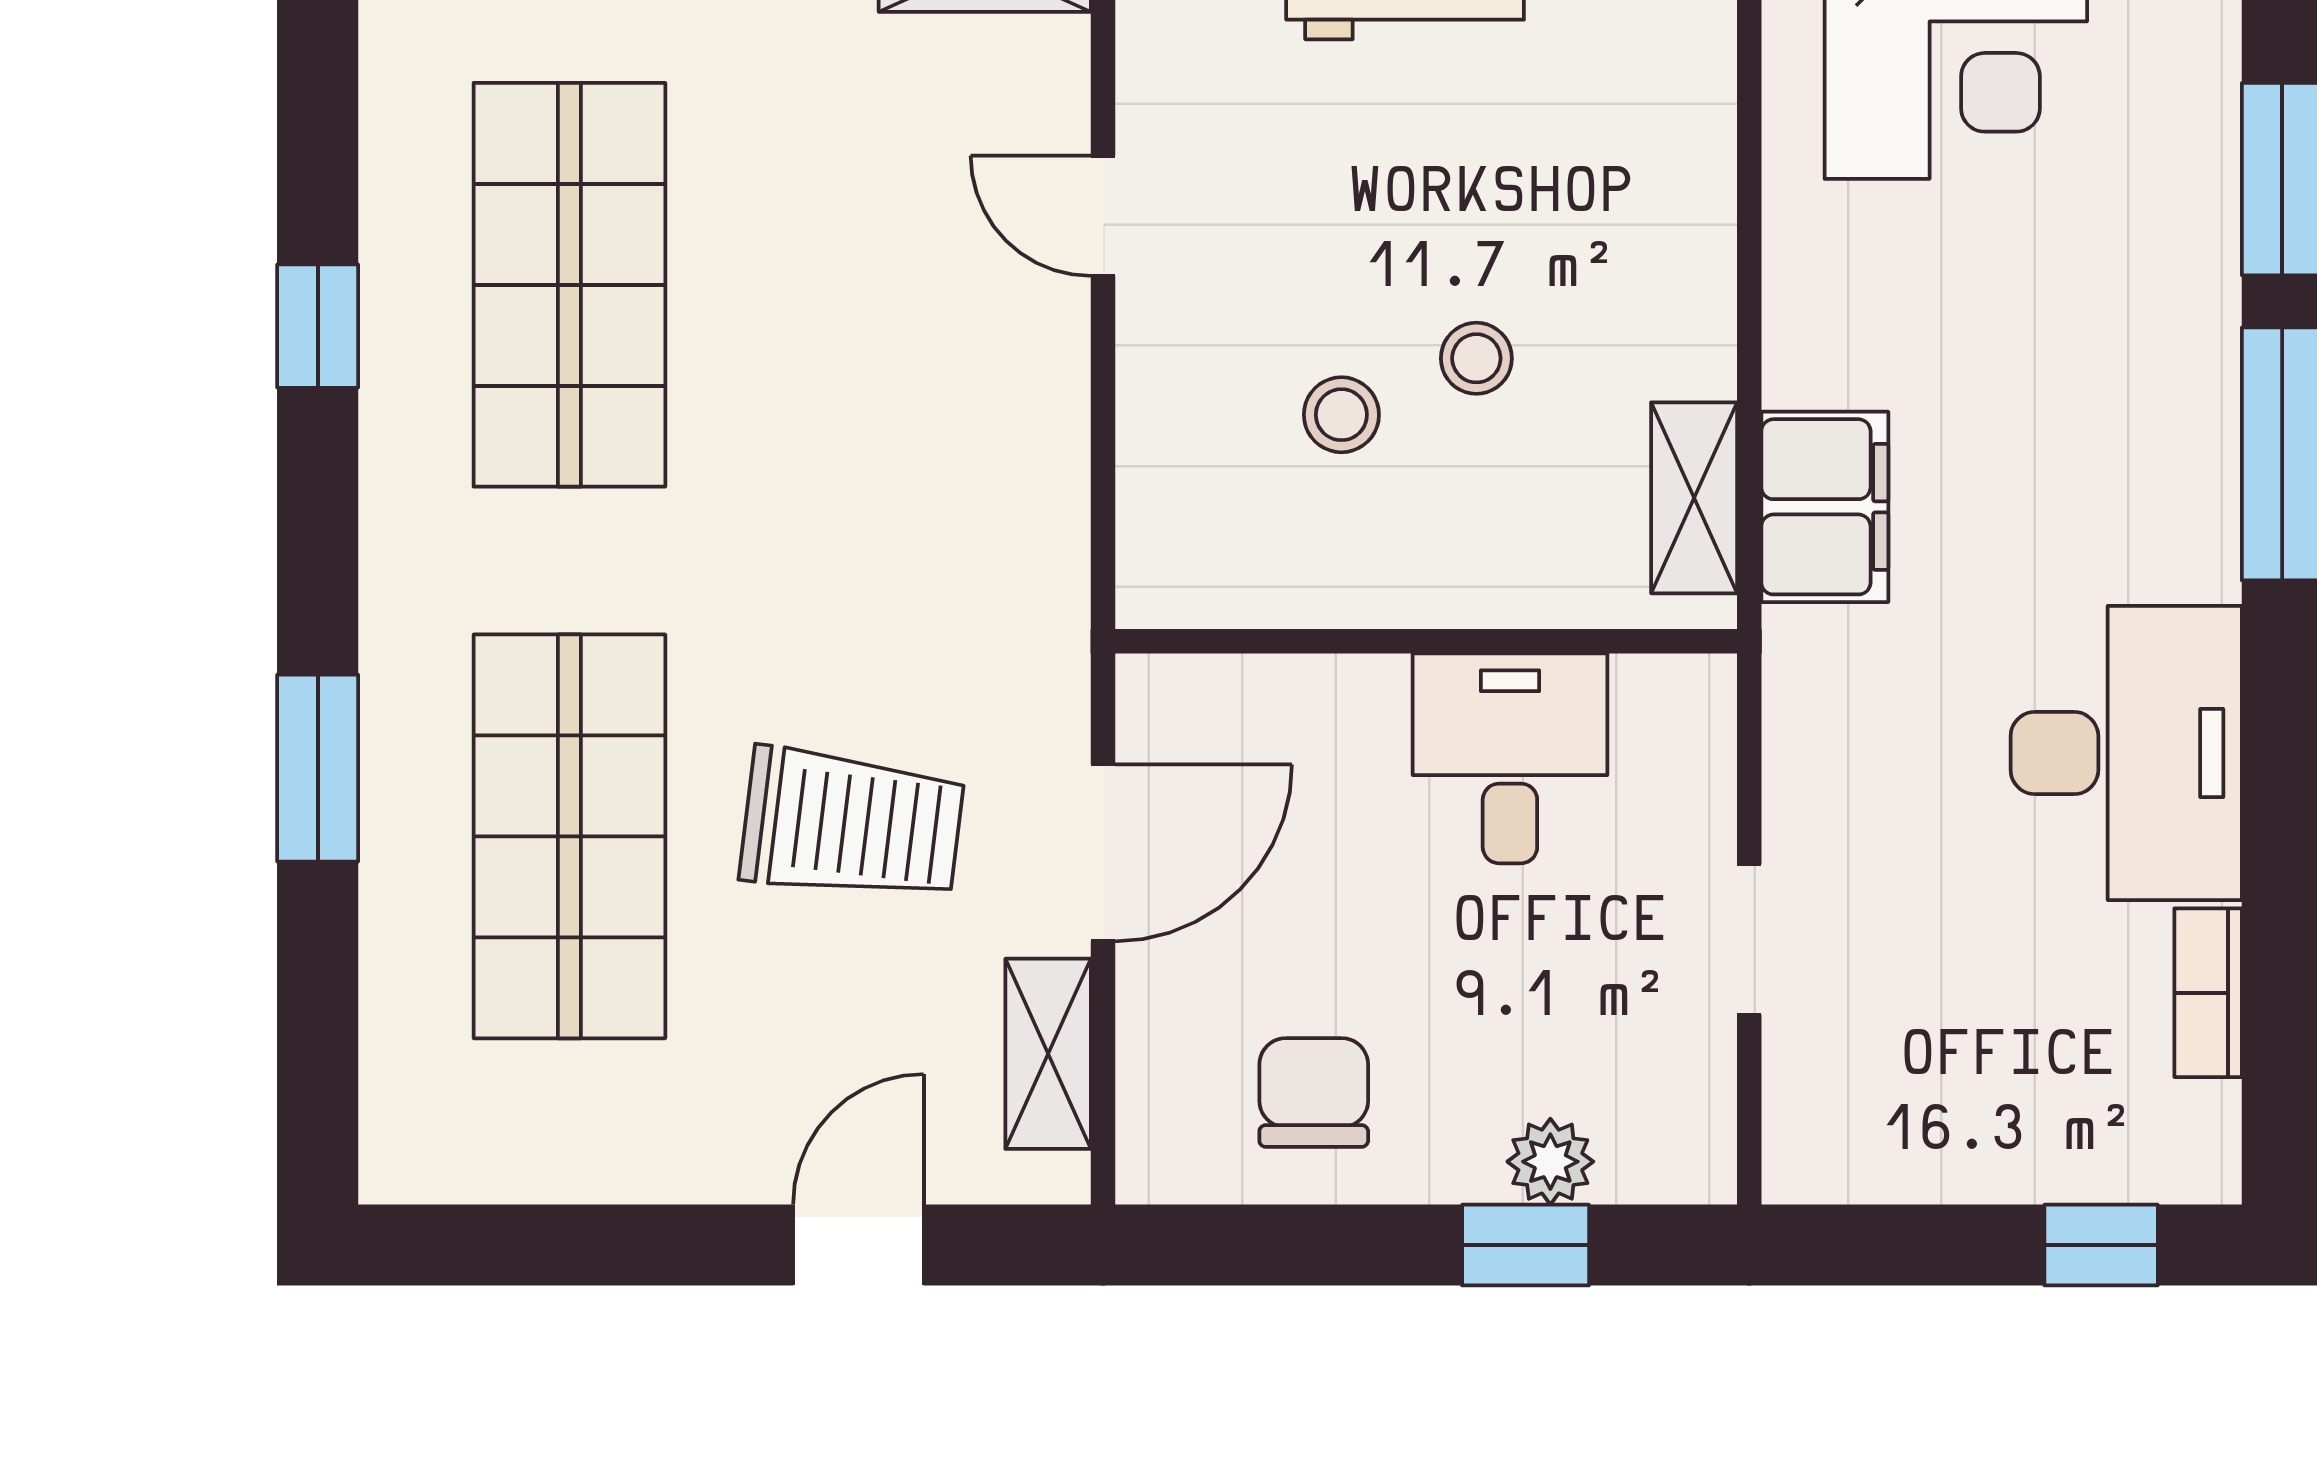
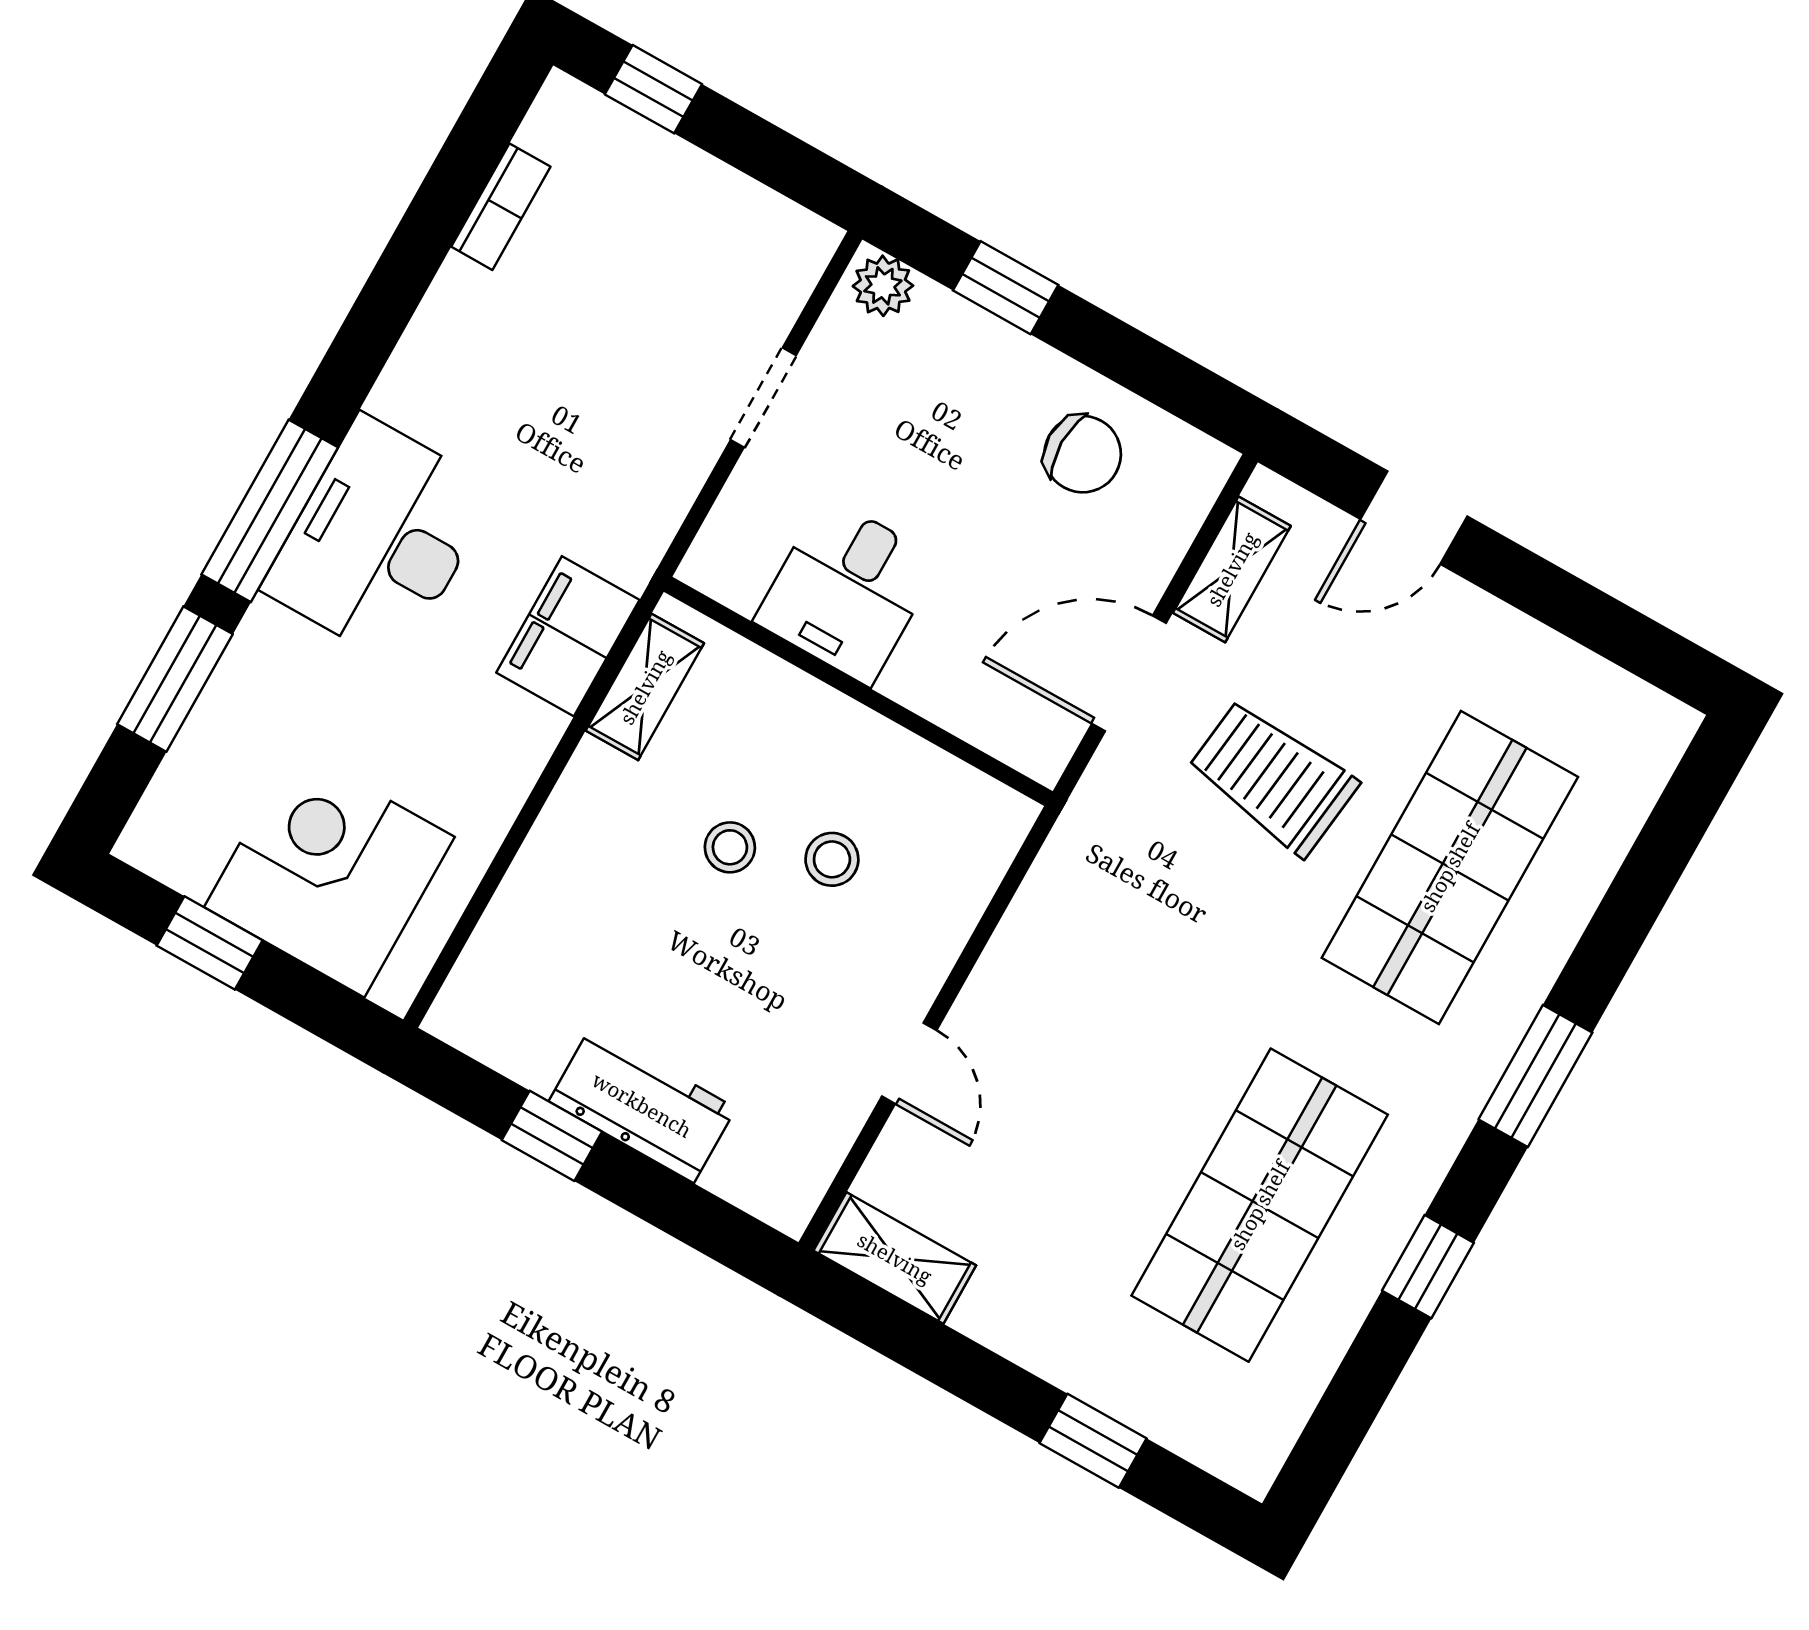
desk: (2126, 753) -> (379, 540), moved
window: (318, 768) -> (1535, 1076), moved
chair: (1314, 1092) -> (1083, 454), turned -90
plant: (1550, 1162) -> (883, 286), moved

